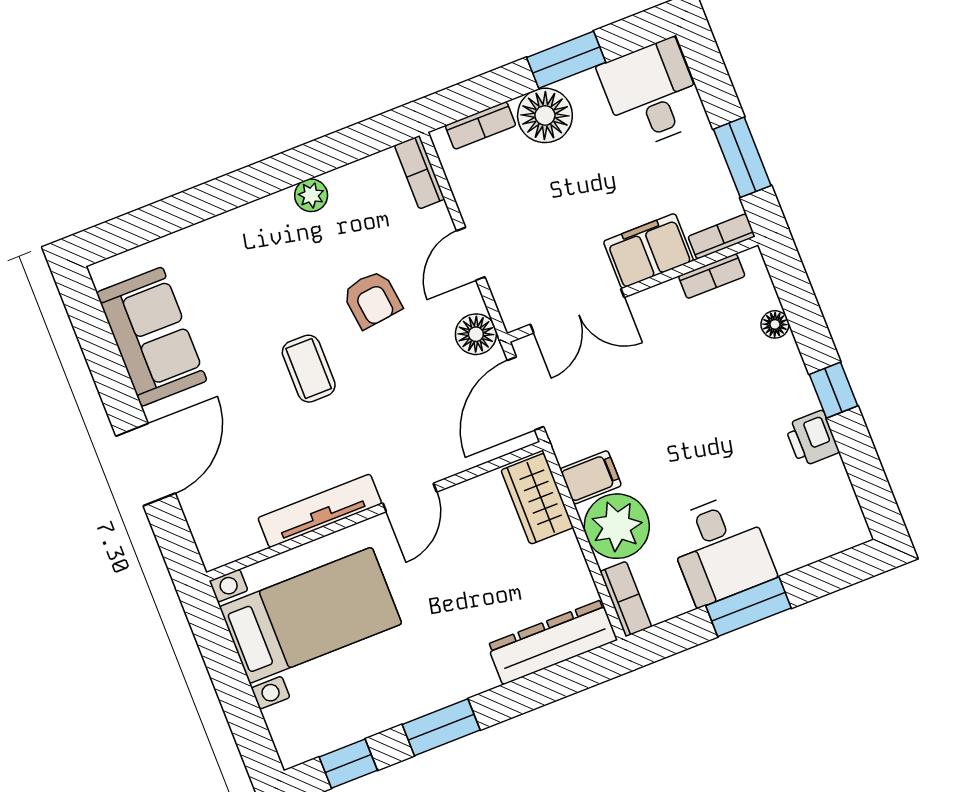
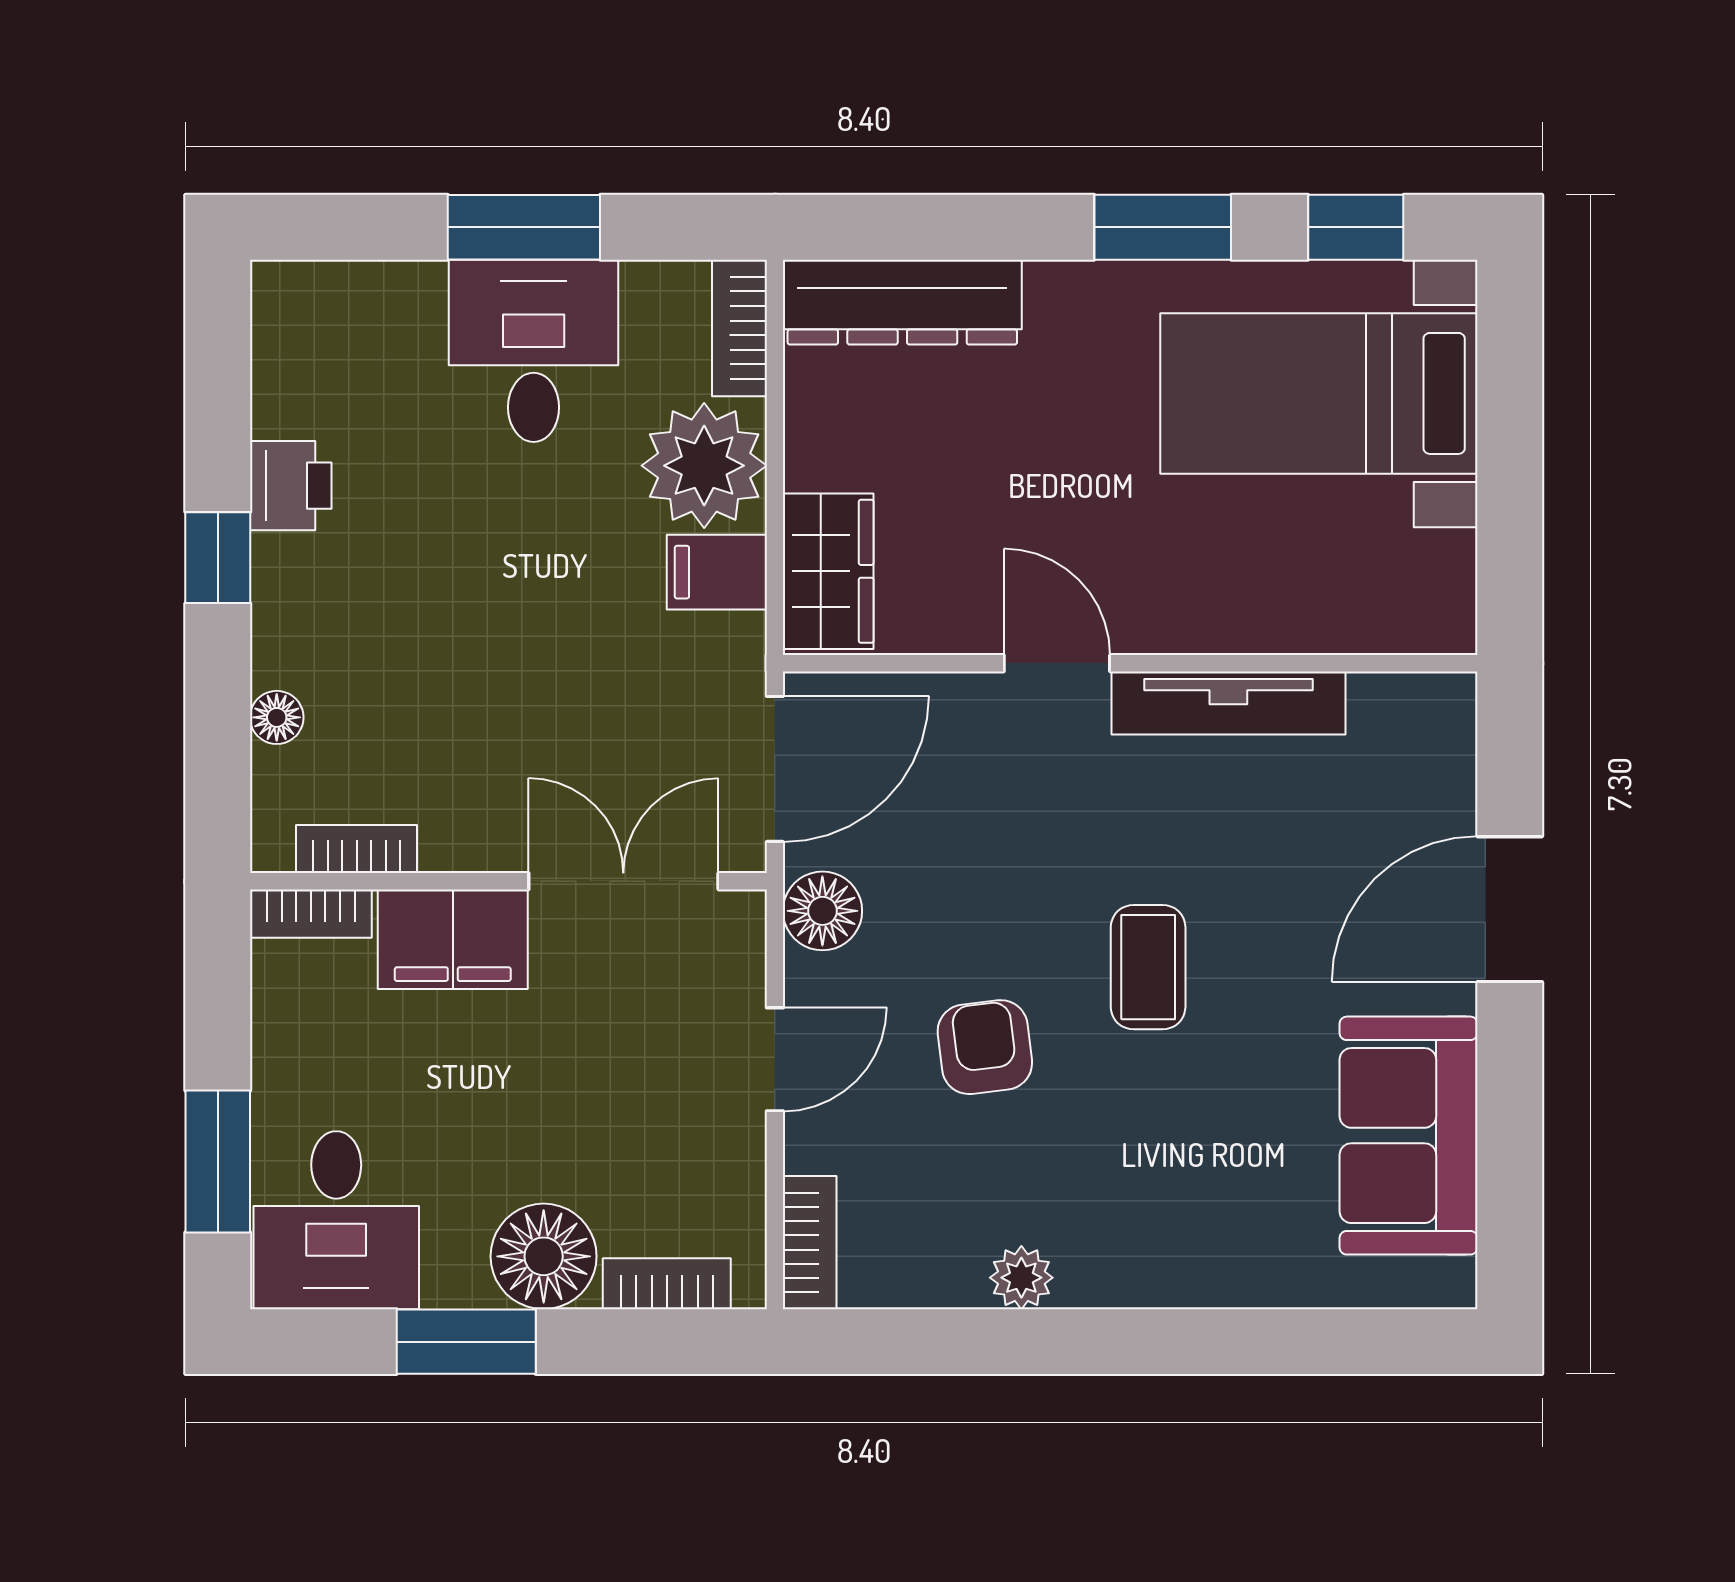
window: (742, 157) -> (218, 1162), moved
door: (410, 498) -> (1057, 663), hinge flipped
bed with nightstands: (311, 615) -> (1319, 393), moved

